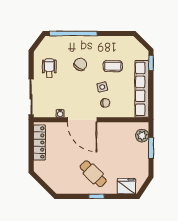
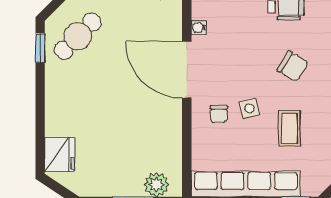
door: (82, 120) -> (187, 70), hinge flipped
cafe table: (93, 174) -> (78, 36), moved
window: (97, 196) -> (40, 48), moved

